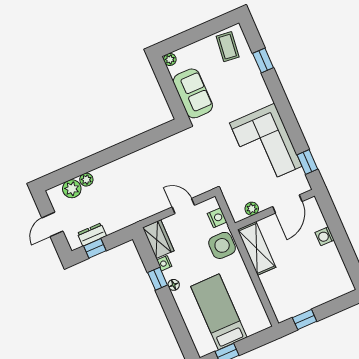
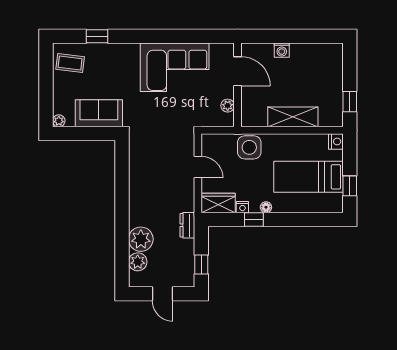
window: (307, 162) -> (207, 36), removed
plant: (86, 180) -> (141, 239), width x1.87, depth x1.87
door: (183, 206) -> (198, 167), swing flipped
nightstand: (217, 218) -> (336, 141), moved, turned 90
dresser: (92, 234) -> (187, 225), moved
shelving: (257, 248) -> (293, 117), moved

